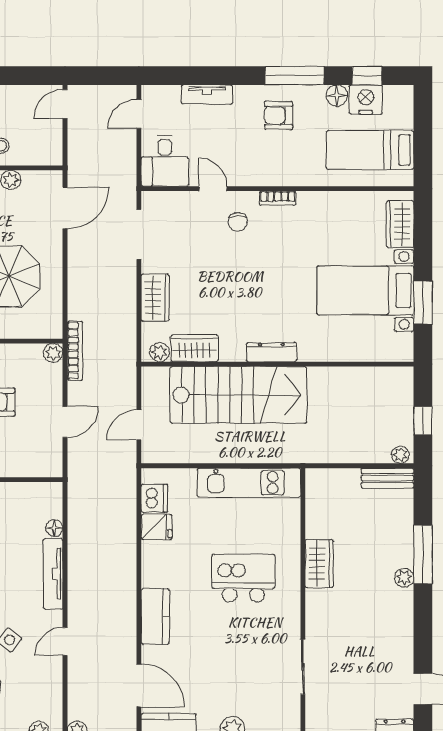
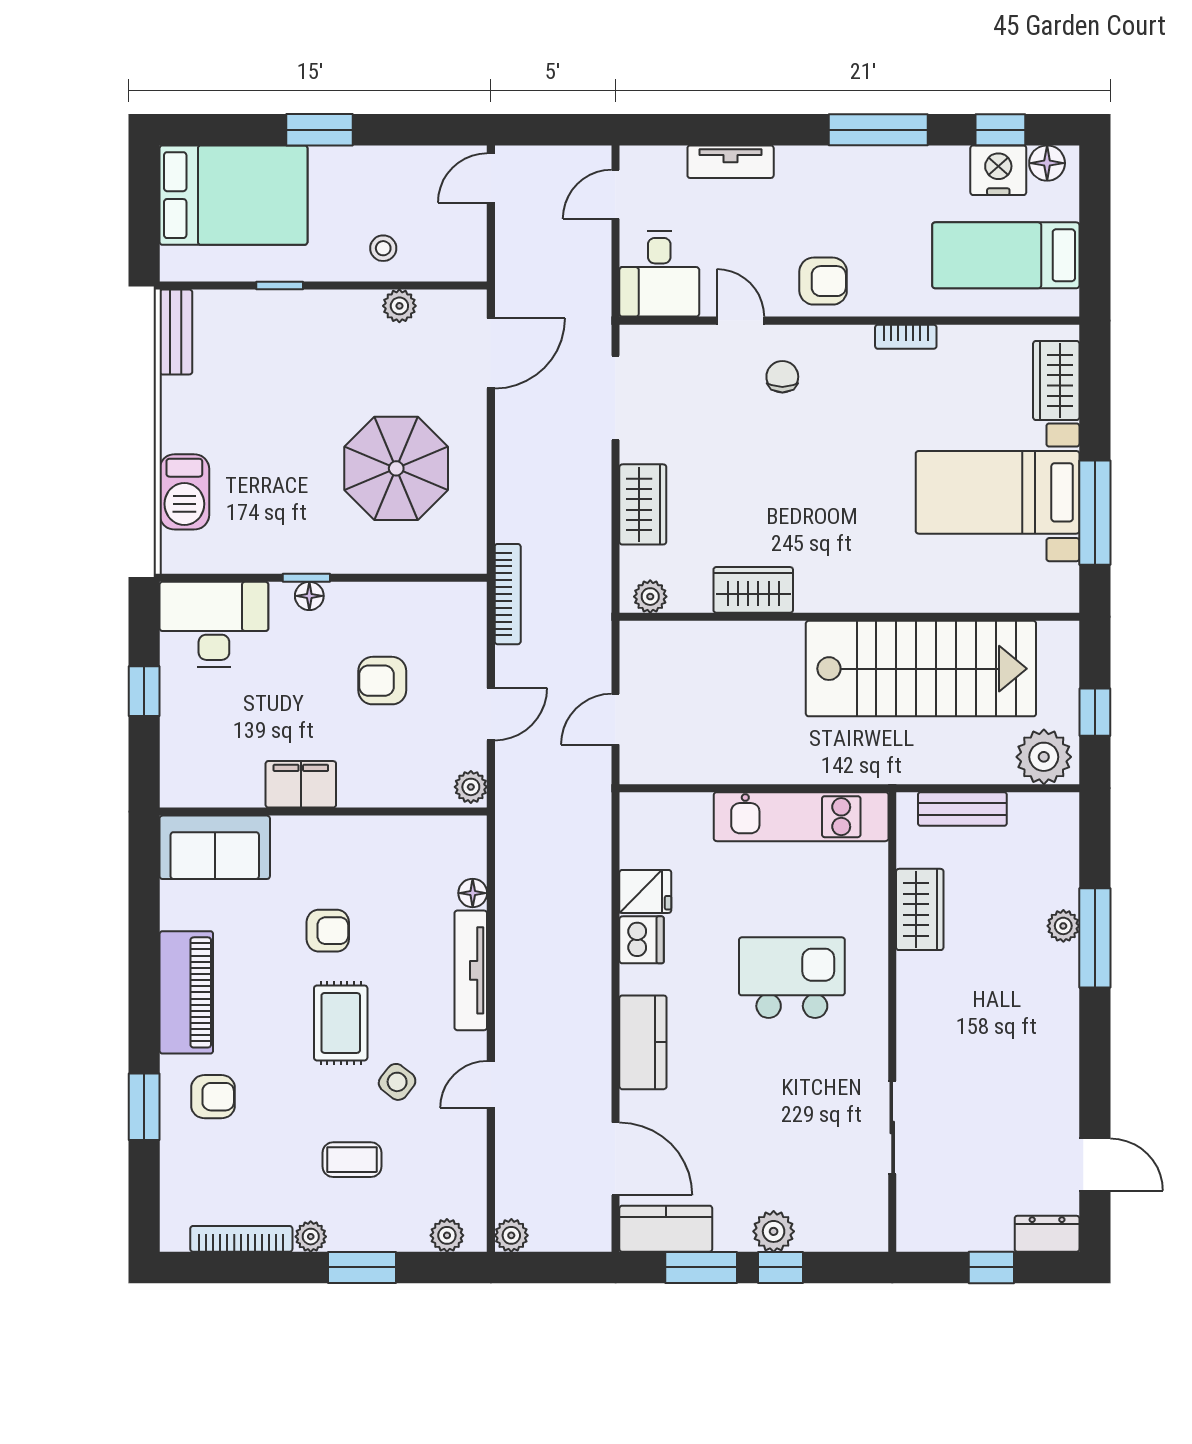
floor lamp: (337, 95) -> (1047, 163), moved
armchair: (279, 115) -> (823, 281), moved, turned 180
bookcase: (278, 198) -> (906, 337), moved
chair: (238, 222) -> (782, 377), turned 180
window: (423, 303) -> (1095, 513), width x1.44
wardrobe: (194, 348) -> (753, 590), moved
dresser: (271, 352) -> (839, 596), removed
plant: (53, 353) -> (471, 787), moved
stairs: (238, 395) -> (921, 669), moved
plant: (400, 455) -> (1044, 757), width x1.88, depth x1.88
bench: (387, 478) -> (962, 809), moved
dishwasher: (154, 498) -> (642, 940), moved
wardrobe: (319, 563) -> (920, 909), moved
plant: (404, 578) -> (1063, 926), moved

